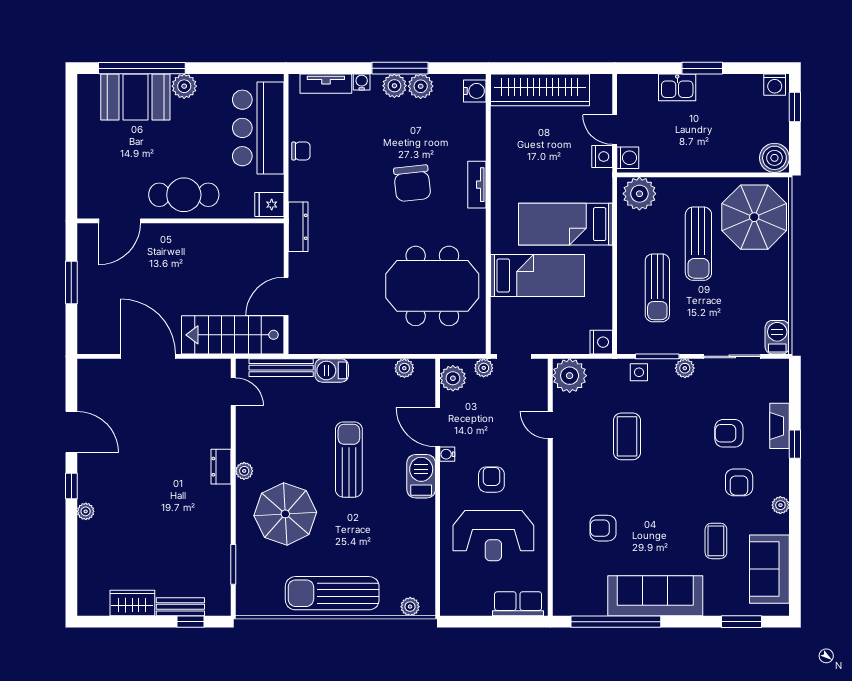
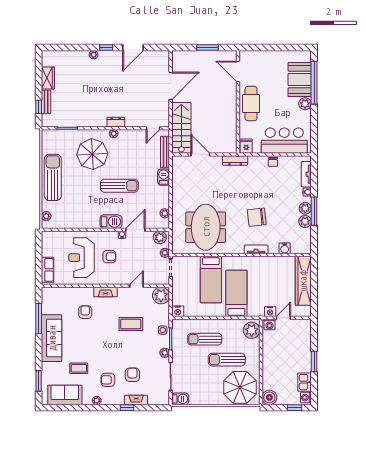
kitchen sink: (677, 87) -> (305, 382), moved
water cooler: (475, 91) -> (285, 248), moved
fireplace: (563, 487) -> (105, 292), added
window: (616, 622) -> (39, 319), width x0.68

